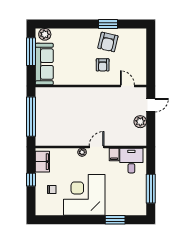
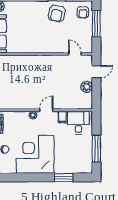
window: (151, 53) -> (96, 24), added
armchair: (103, 65) -> (83, 12), moved

